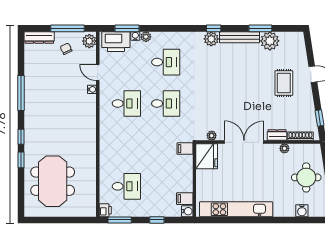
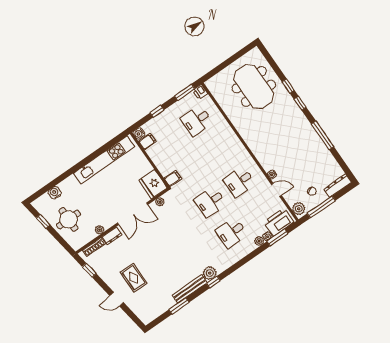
plant: (270, 41) -> (165, 302), removed

